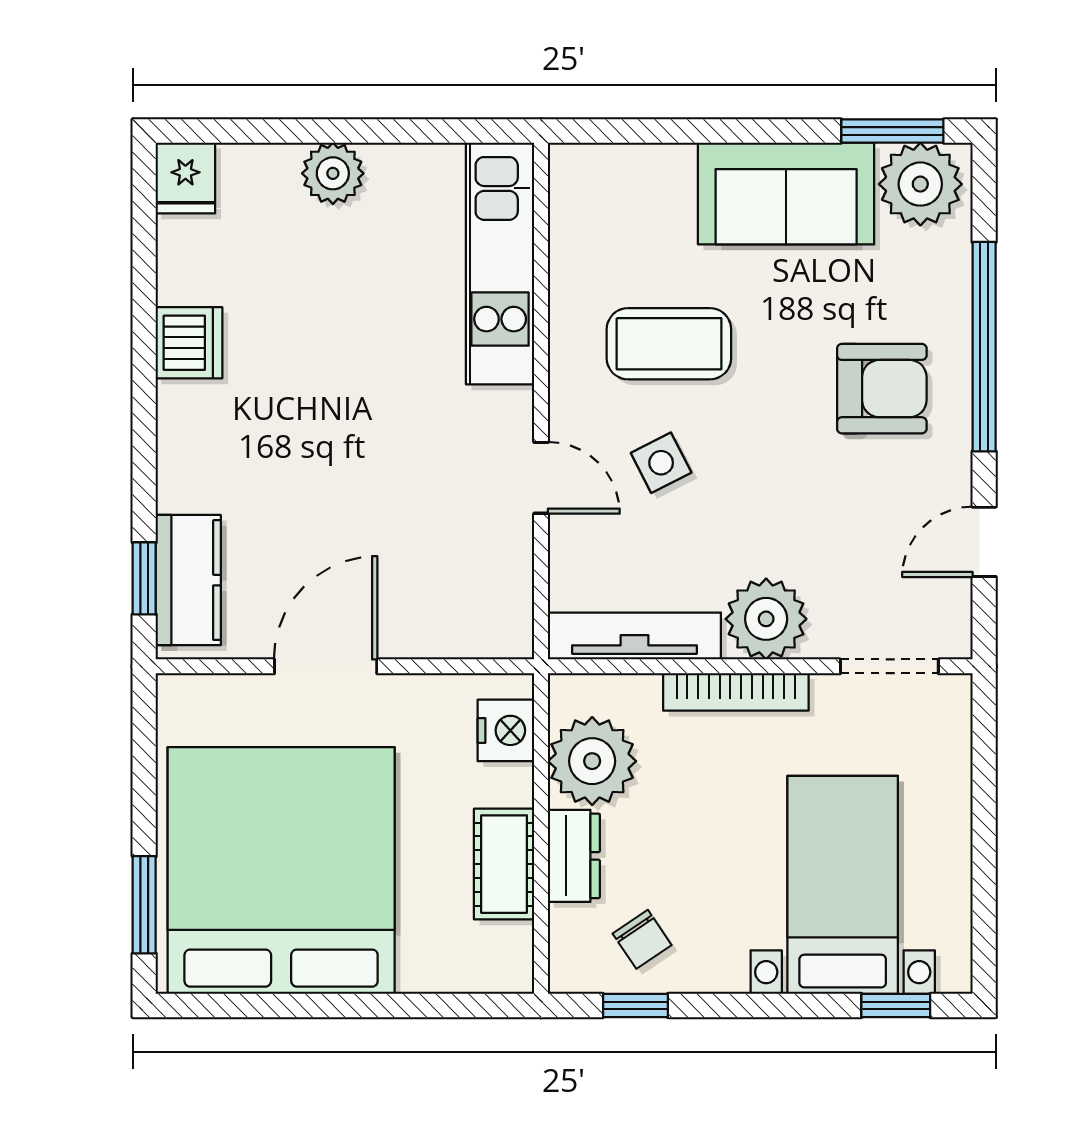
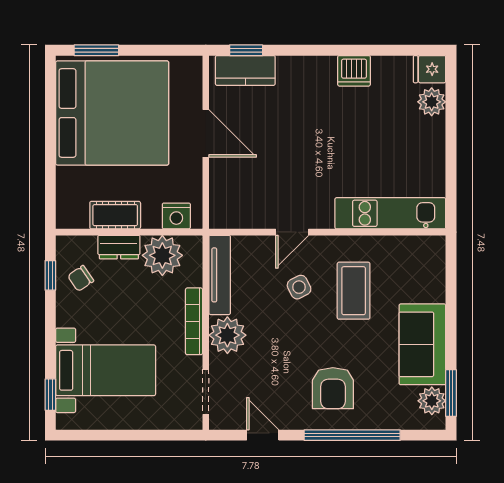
plant: (333, 173) -> (432, 102), moved
plant: (920, 184) -> (432, 401), width x0.73, depth x0.73

